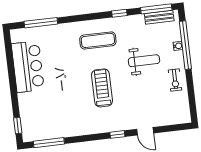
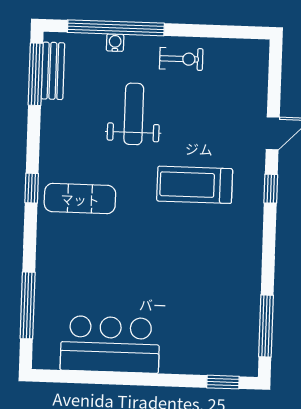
window: (119, 13) -> (32, 188), moved
exercise mat: (98, 40) -> (80, 199), turned 90
treadmill: (102, 88) -> (195, 185), moved

